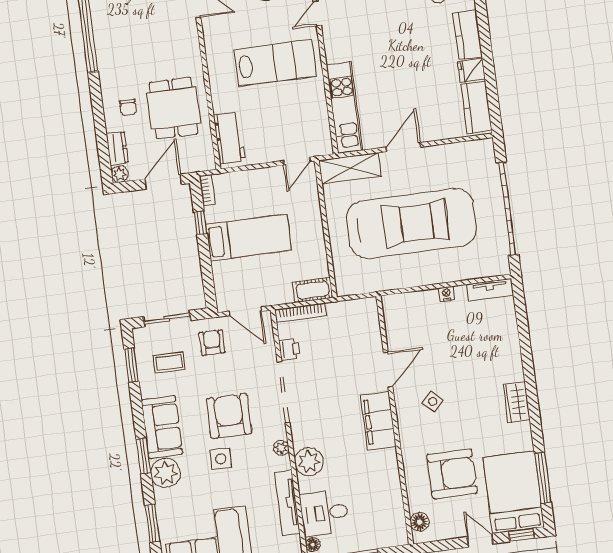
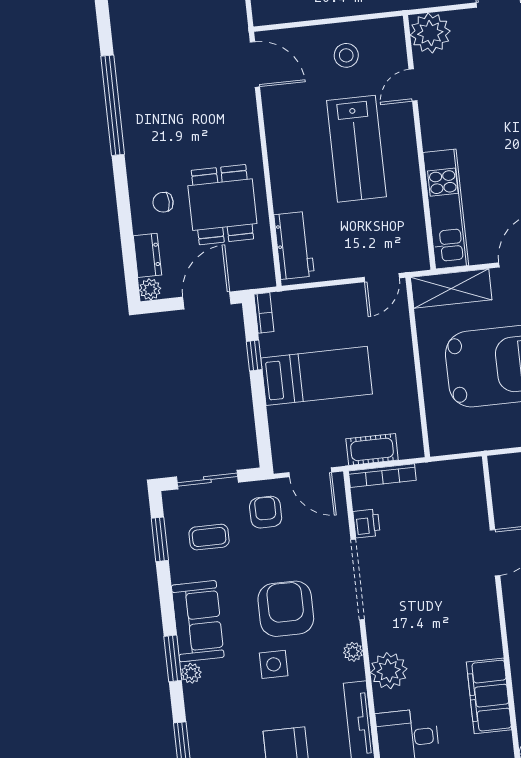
lab bench: (275, 63) -> (356, 149), turned 90
chair: (128, 107) -> (163, 202), turned 90
cot: (313, 290) -> (372, 449), moved
filing cabinet: (378, 421) -> (489, 696), moved
plant: (166, 473) -> (191, 673), width x0.53, depth x0.53

